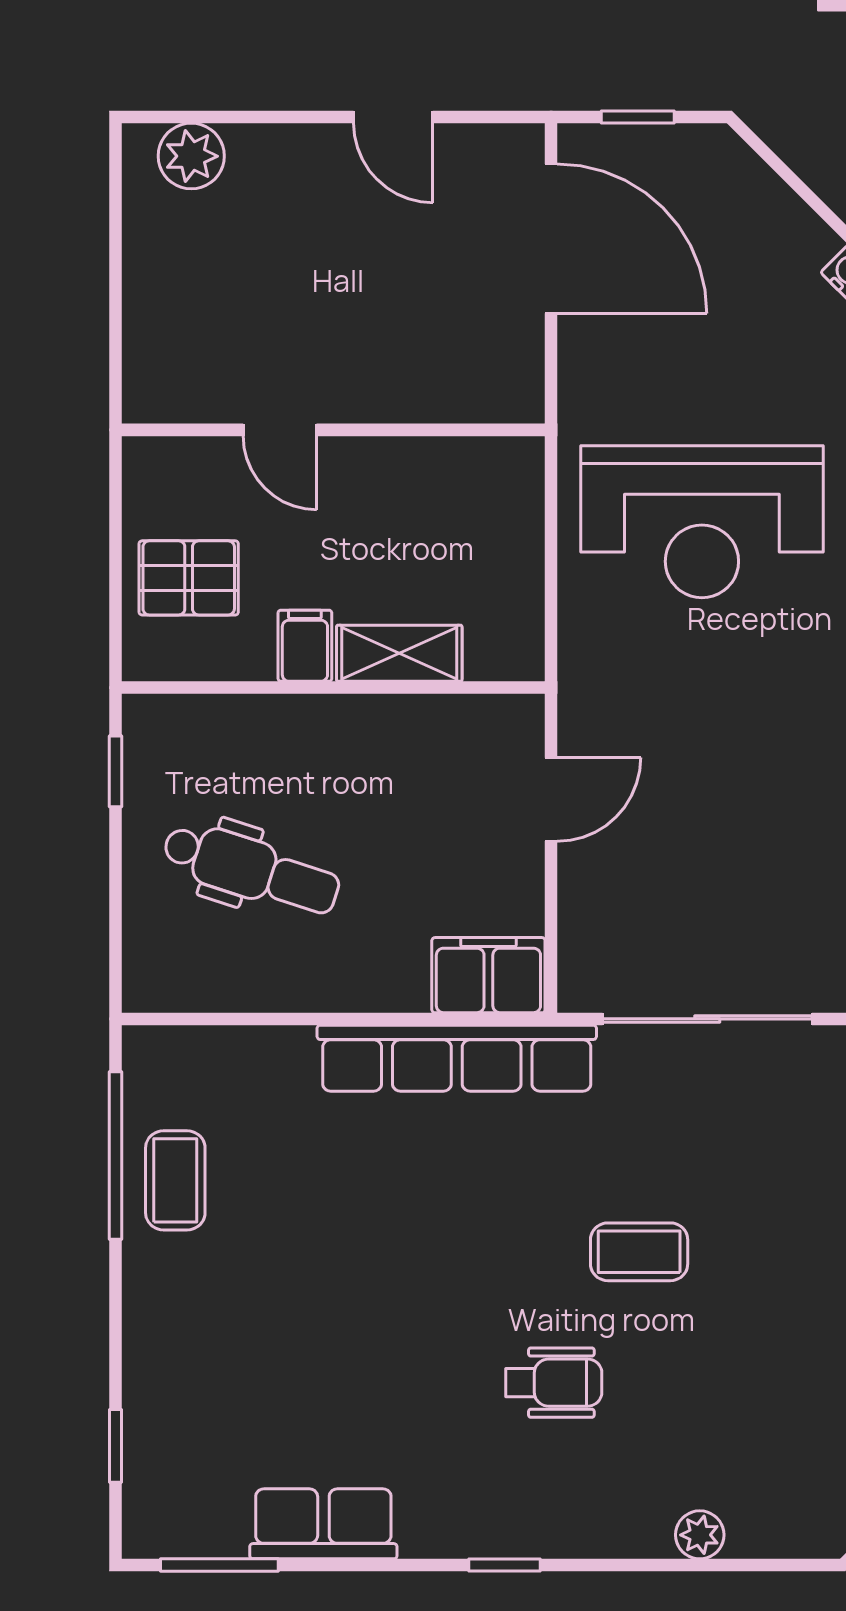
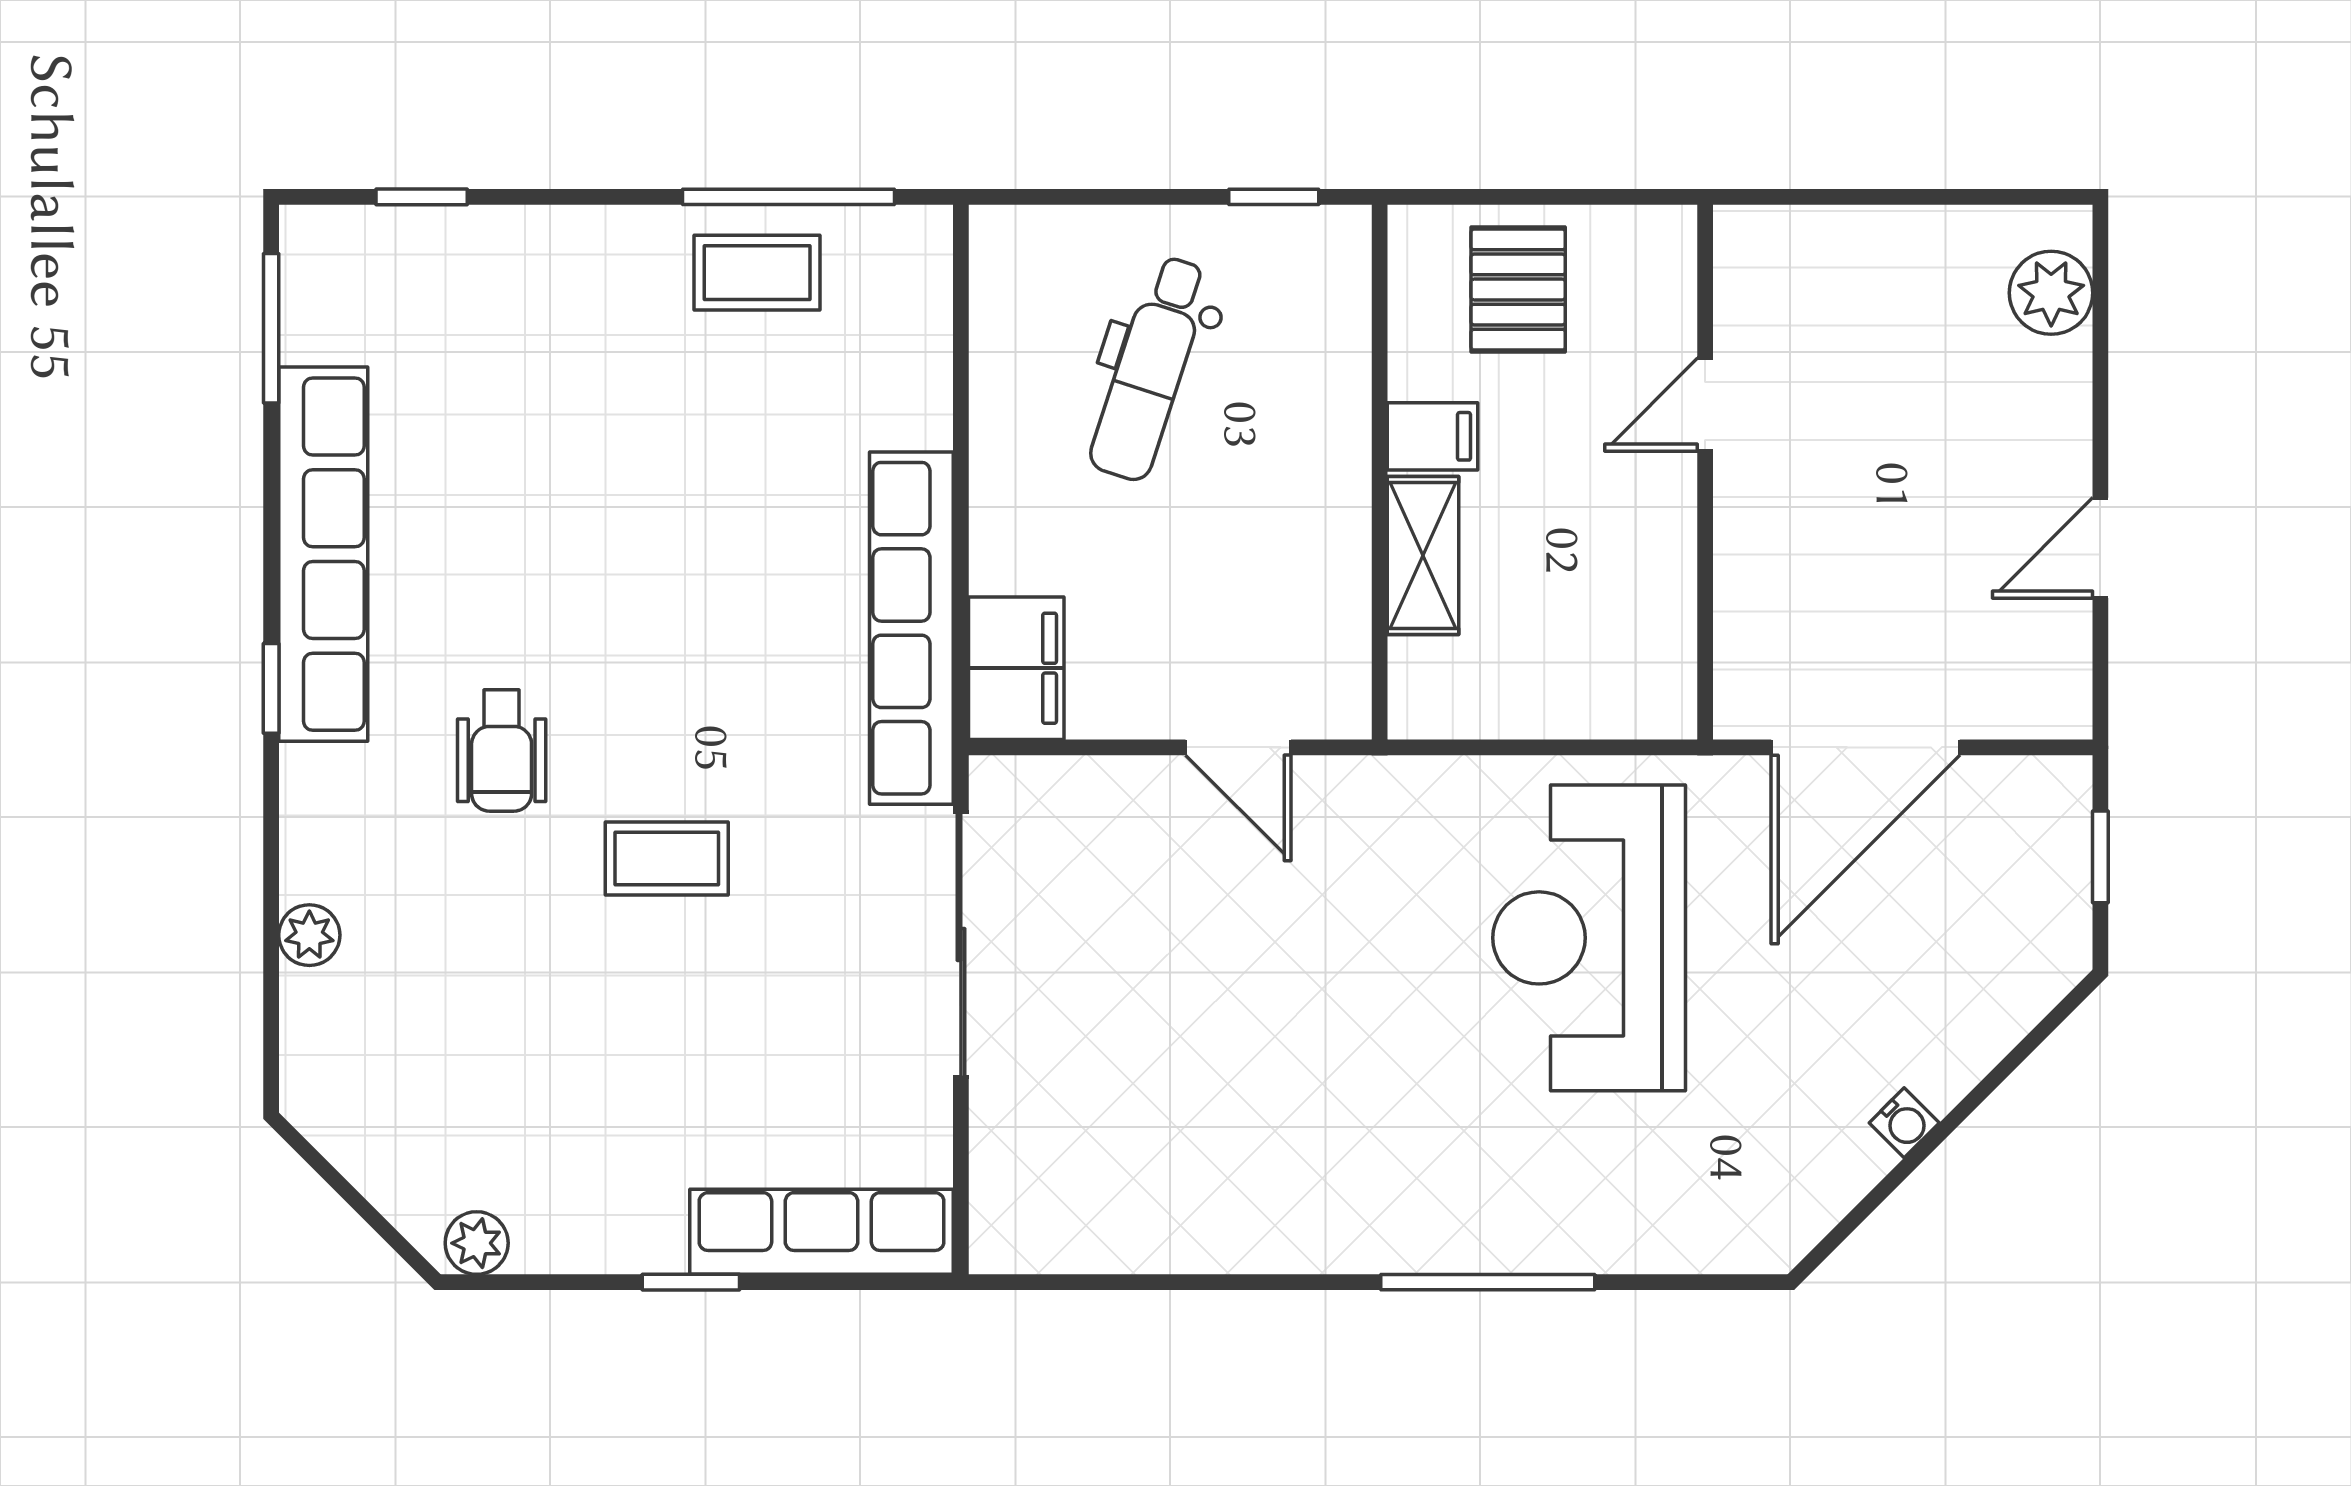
door: (551, 239) -> (1866, 747), moved
coffee table: (639, 1252) -> (667, 859), turned 90
row of seats: (323, 1524) -> (323, 554), width x2.02

